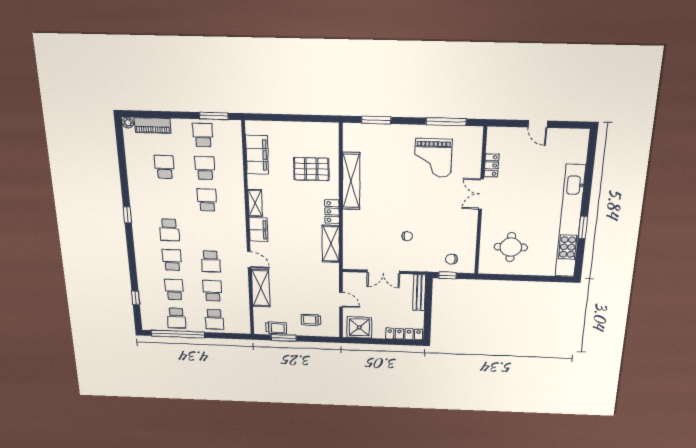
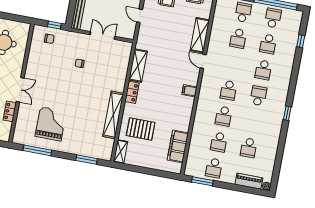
shelving: (255, 203) -> (121, 152), moved
filing cabinet: (258, 230) -> (189, 91), width x0.50
school desk: (211, 261) -> (228, 90), moved, turned 180

